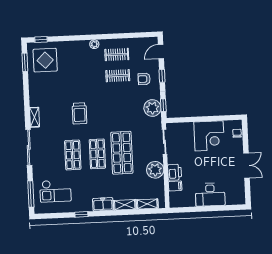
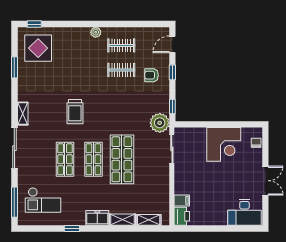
window: (25, 62) -> (14, 67), moved
plant: (152, 108) -> (160, 123), moved
plant: (155, 170) -> (160, 181), removed
printer: (175, 172) -> (182, 216), moved
desk: (210, 195) -> (244, 212), moved

